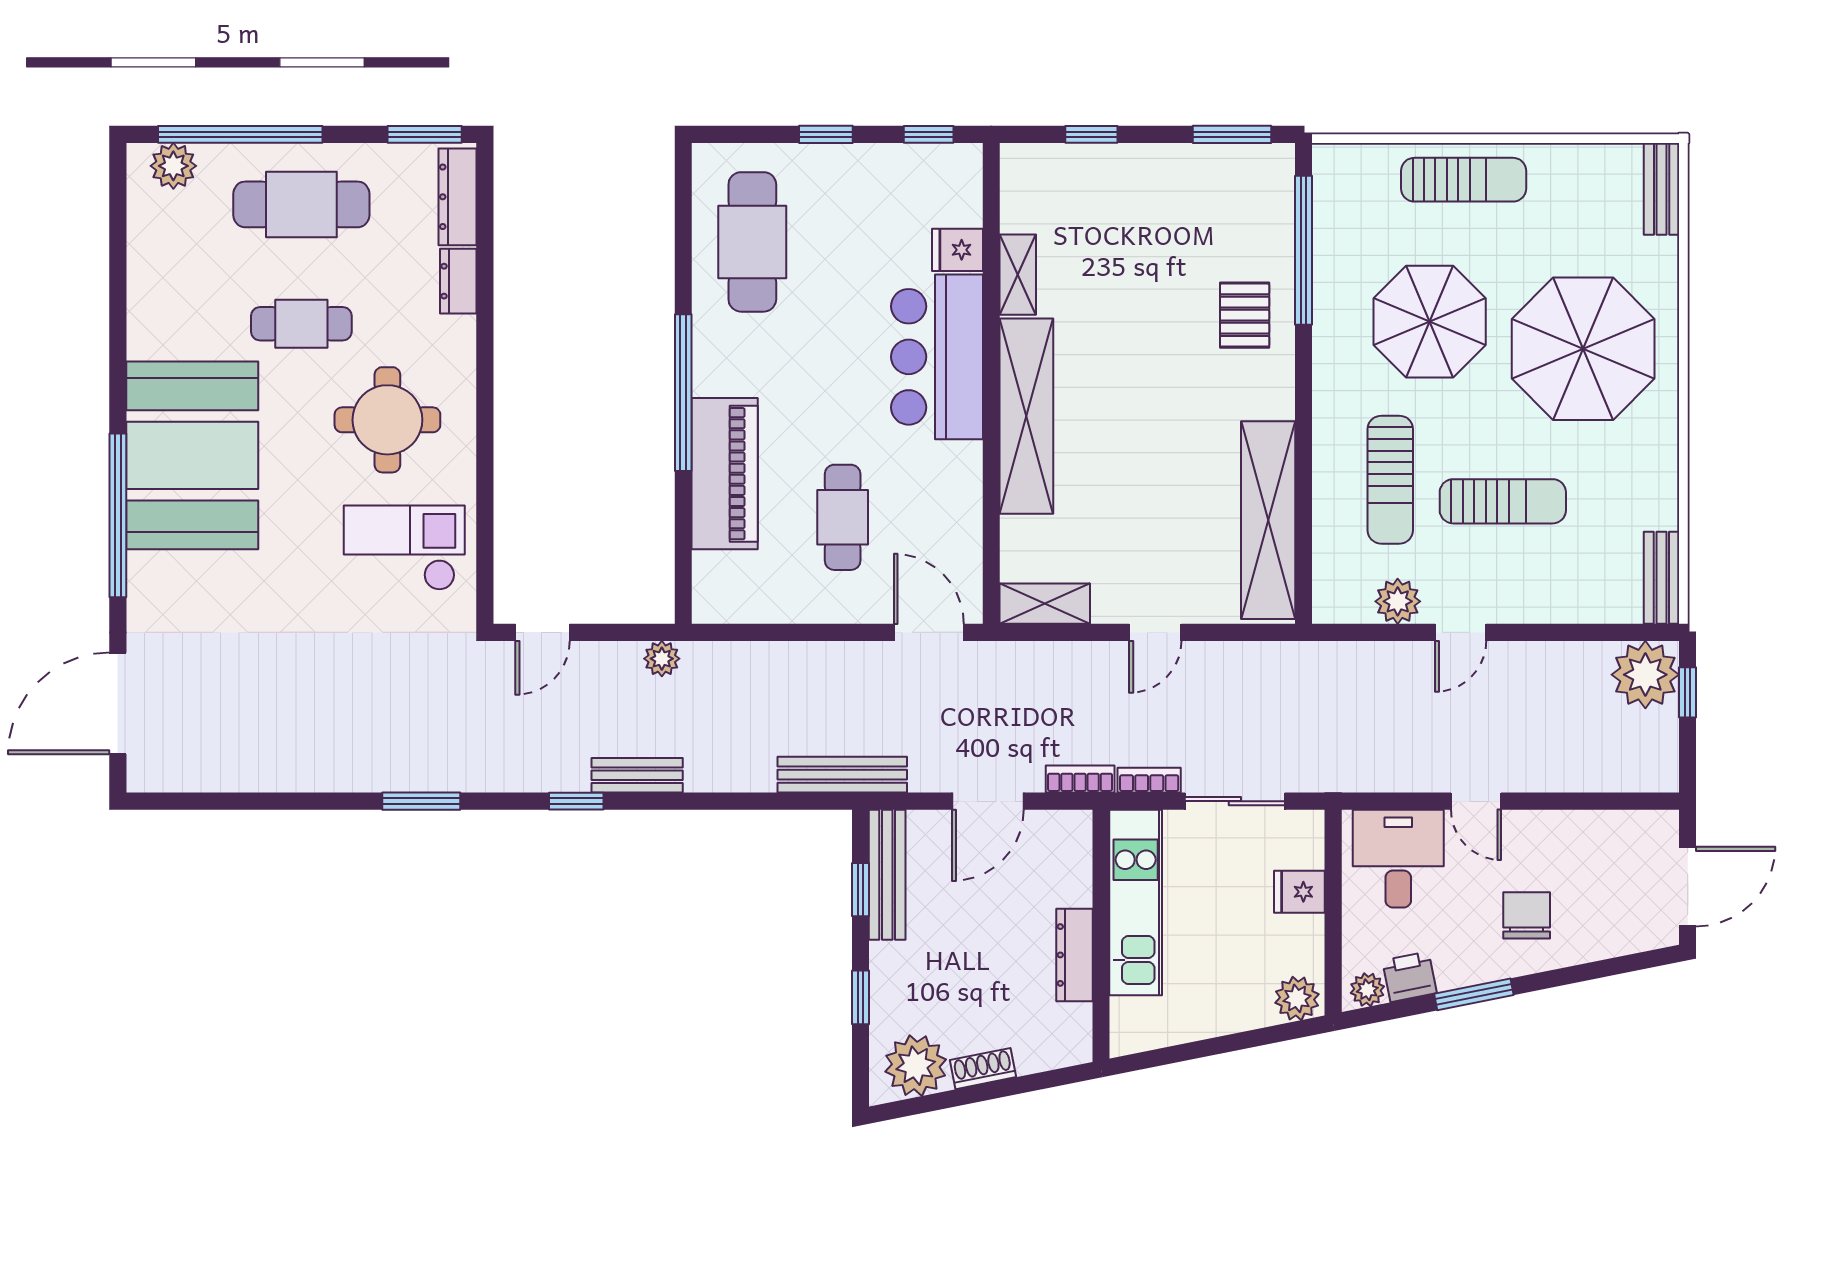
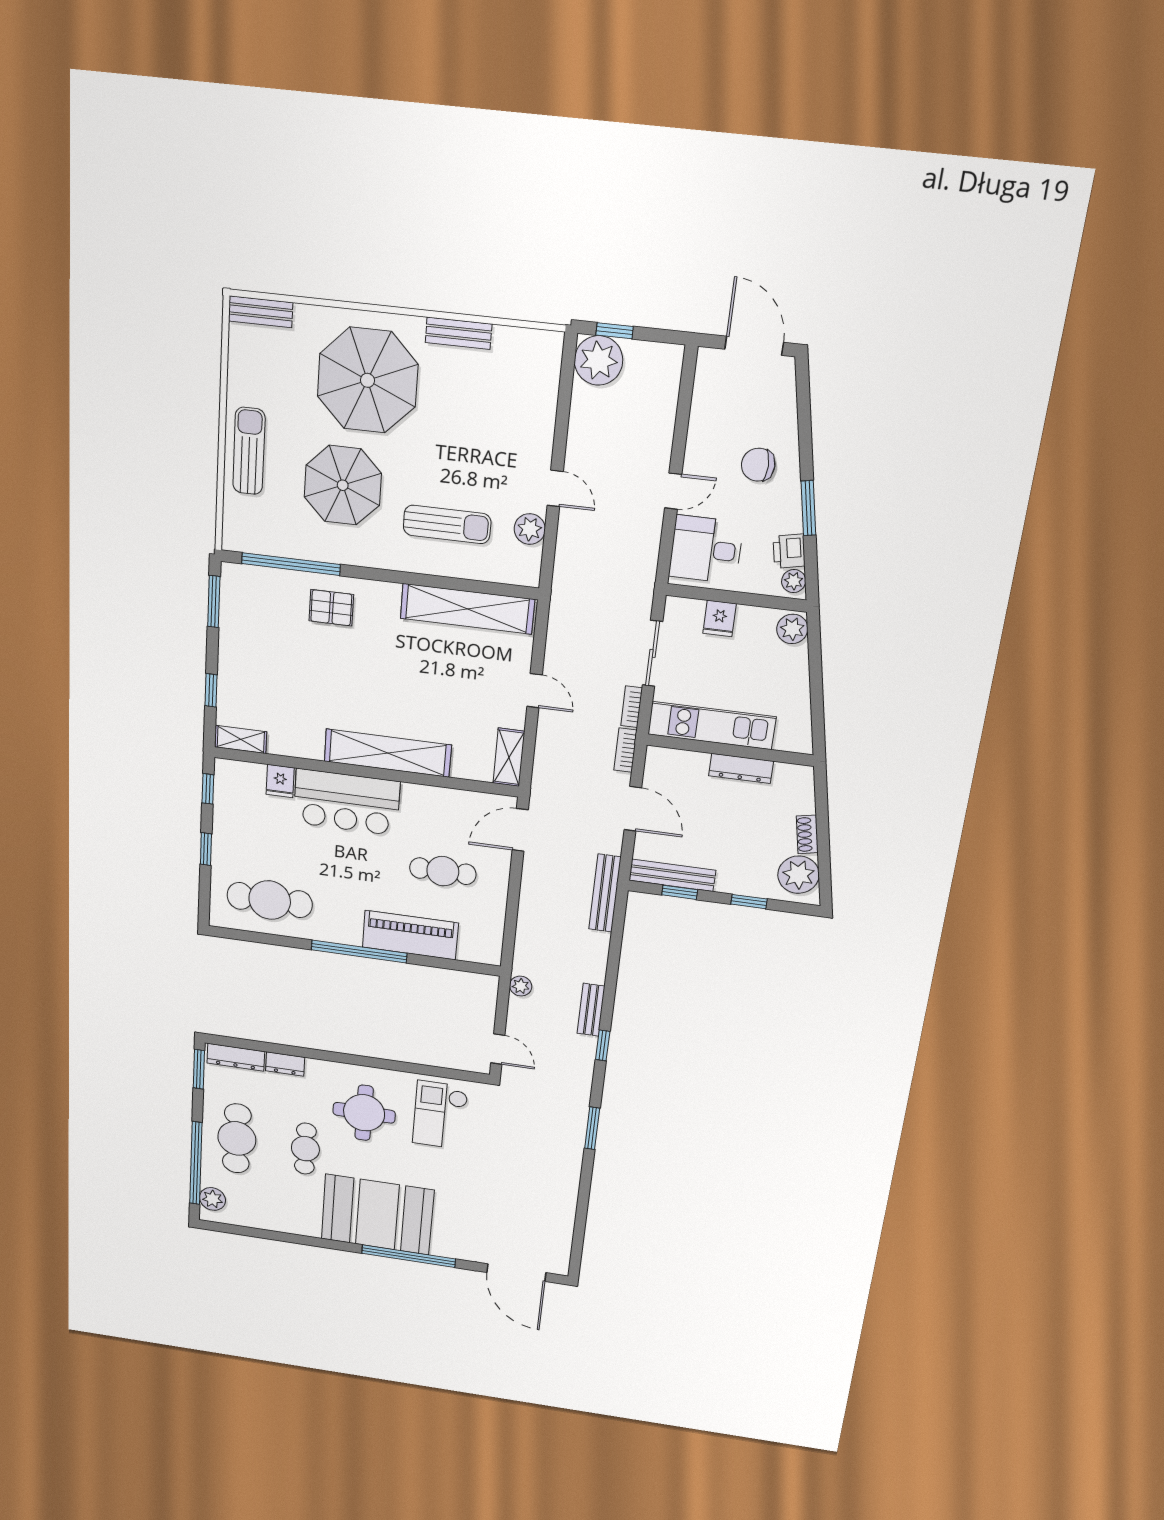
shelving: (1018, 275) -> (241, 739), moved
sun lounger: (1503, 501) -> (468, 449), removed
bench: (1661, 578) -> (459, 333), moved

